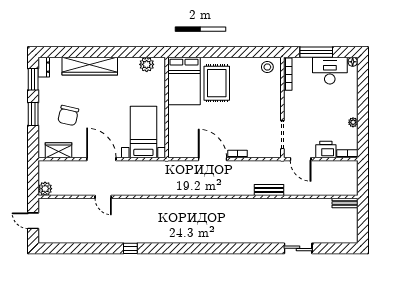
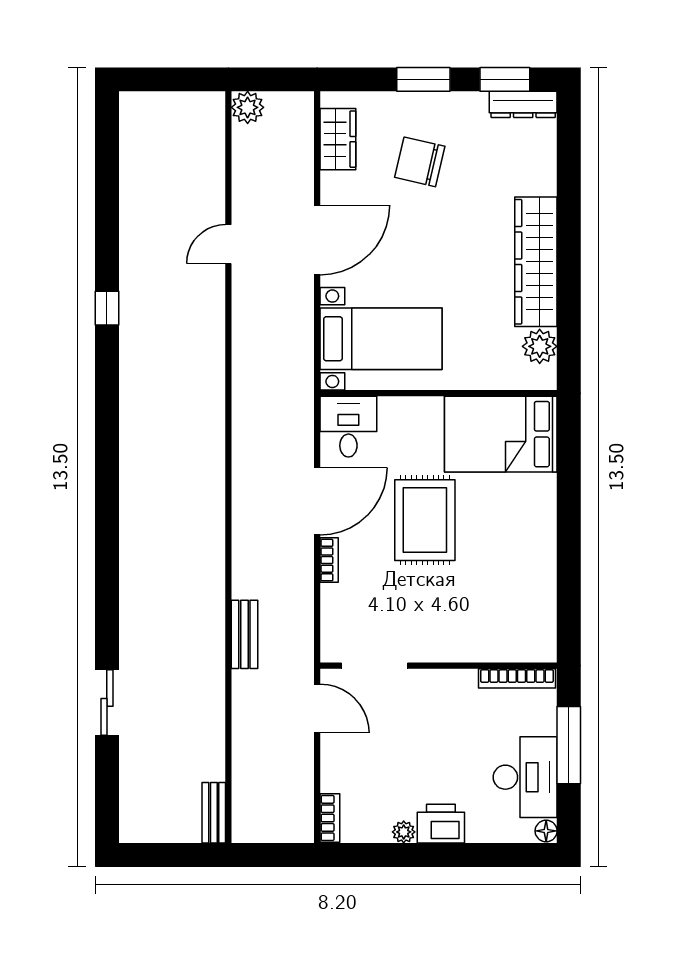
wardrobe: (90, 66) -> (536, 262), moved
dresser: (44, 67) -> (523, 104), width x1.44
stool: (267, 67) -> (534, 630), removed
rug: (217, 83) -> (425, 520), moved, turned 90
desk: (181, 146) -> (348, 427), added
printer: (326, 150) -> (441, 824), moved, turned -90
door: (301, 159) -> (317, 709), swing flipped
door: (33, 221) -> (172, 79), removed

